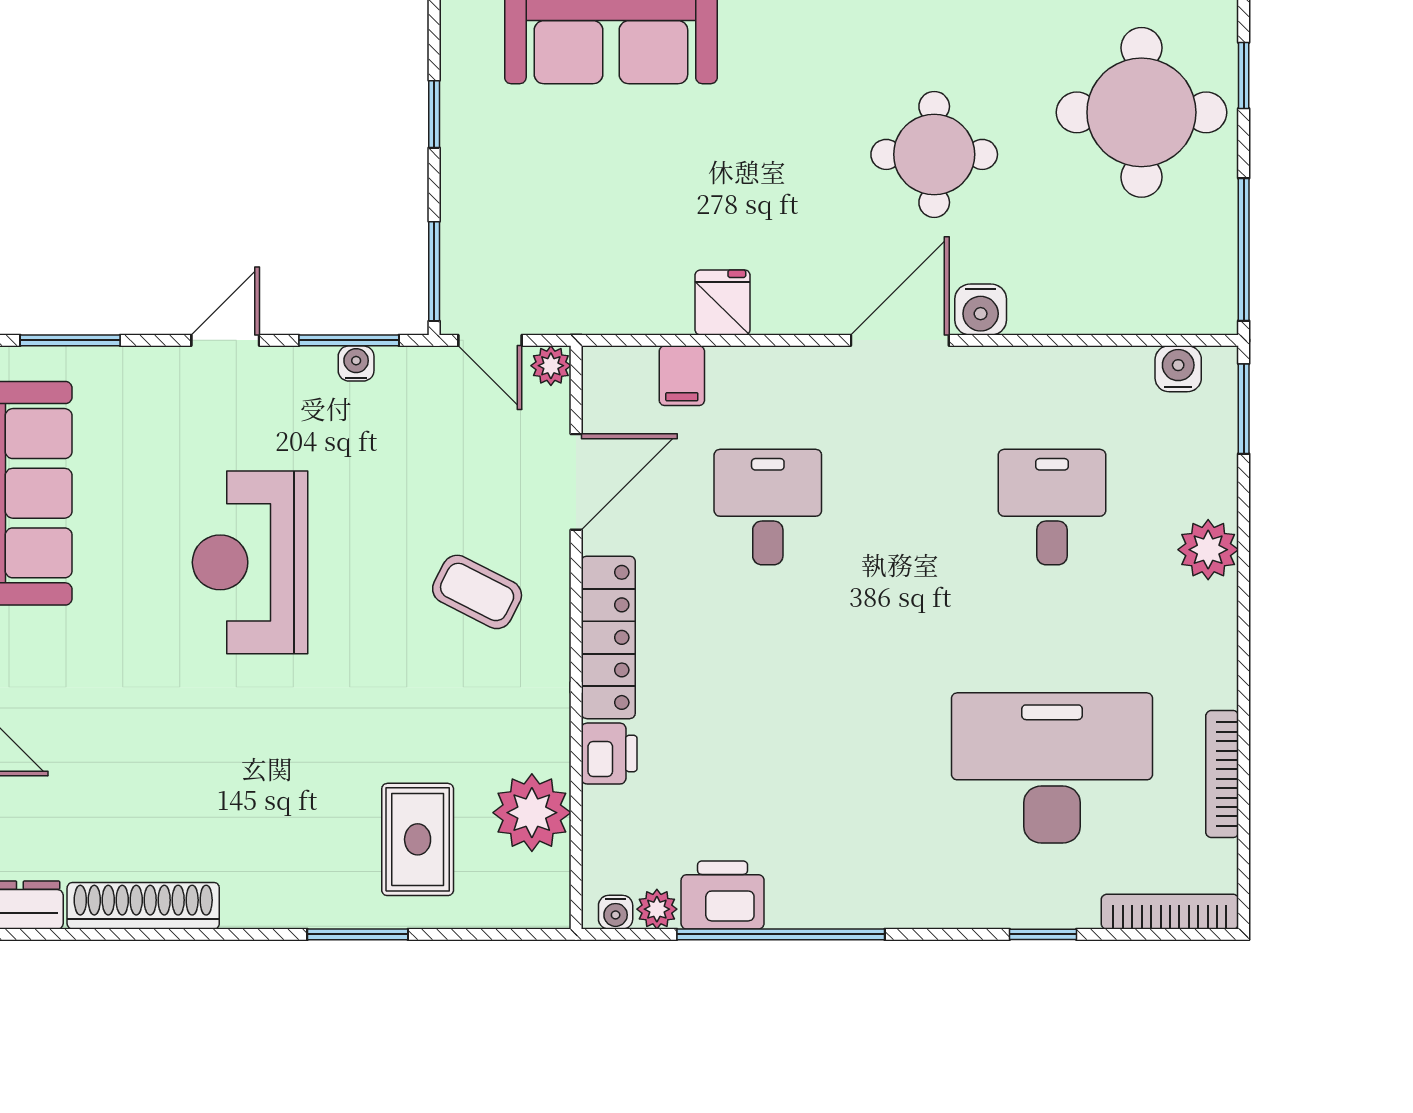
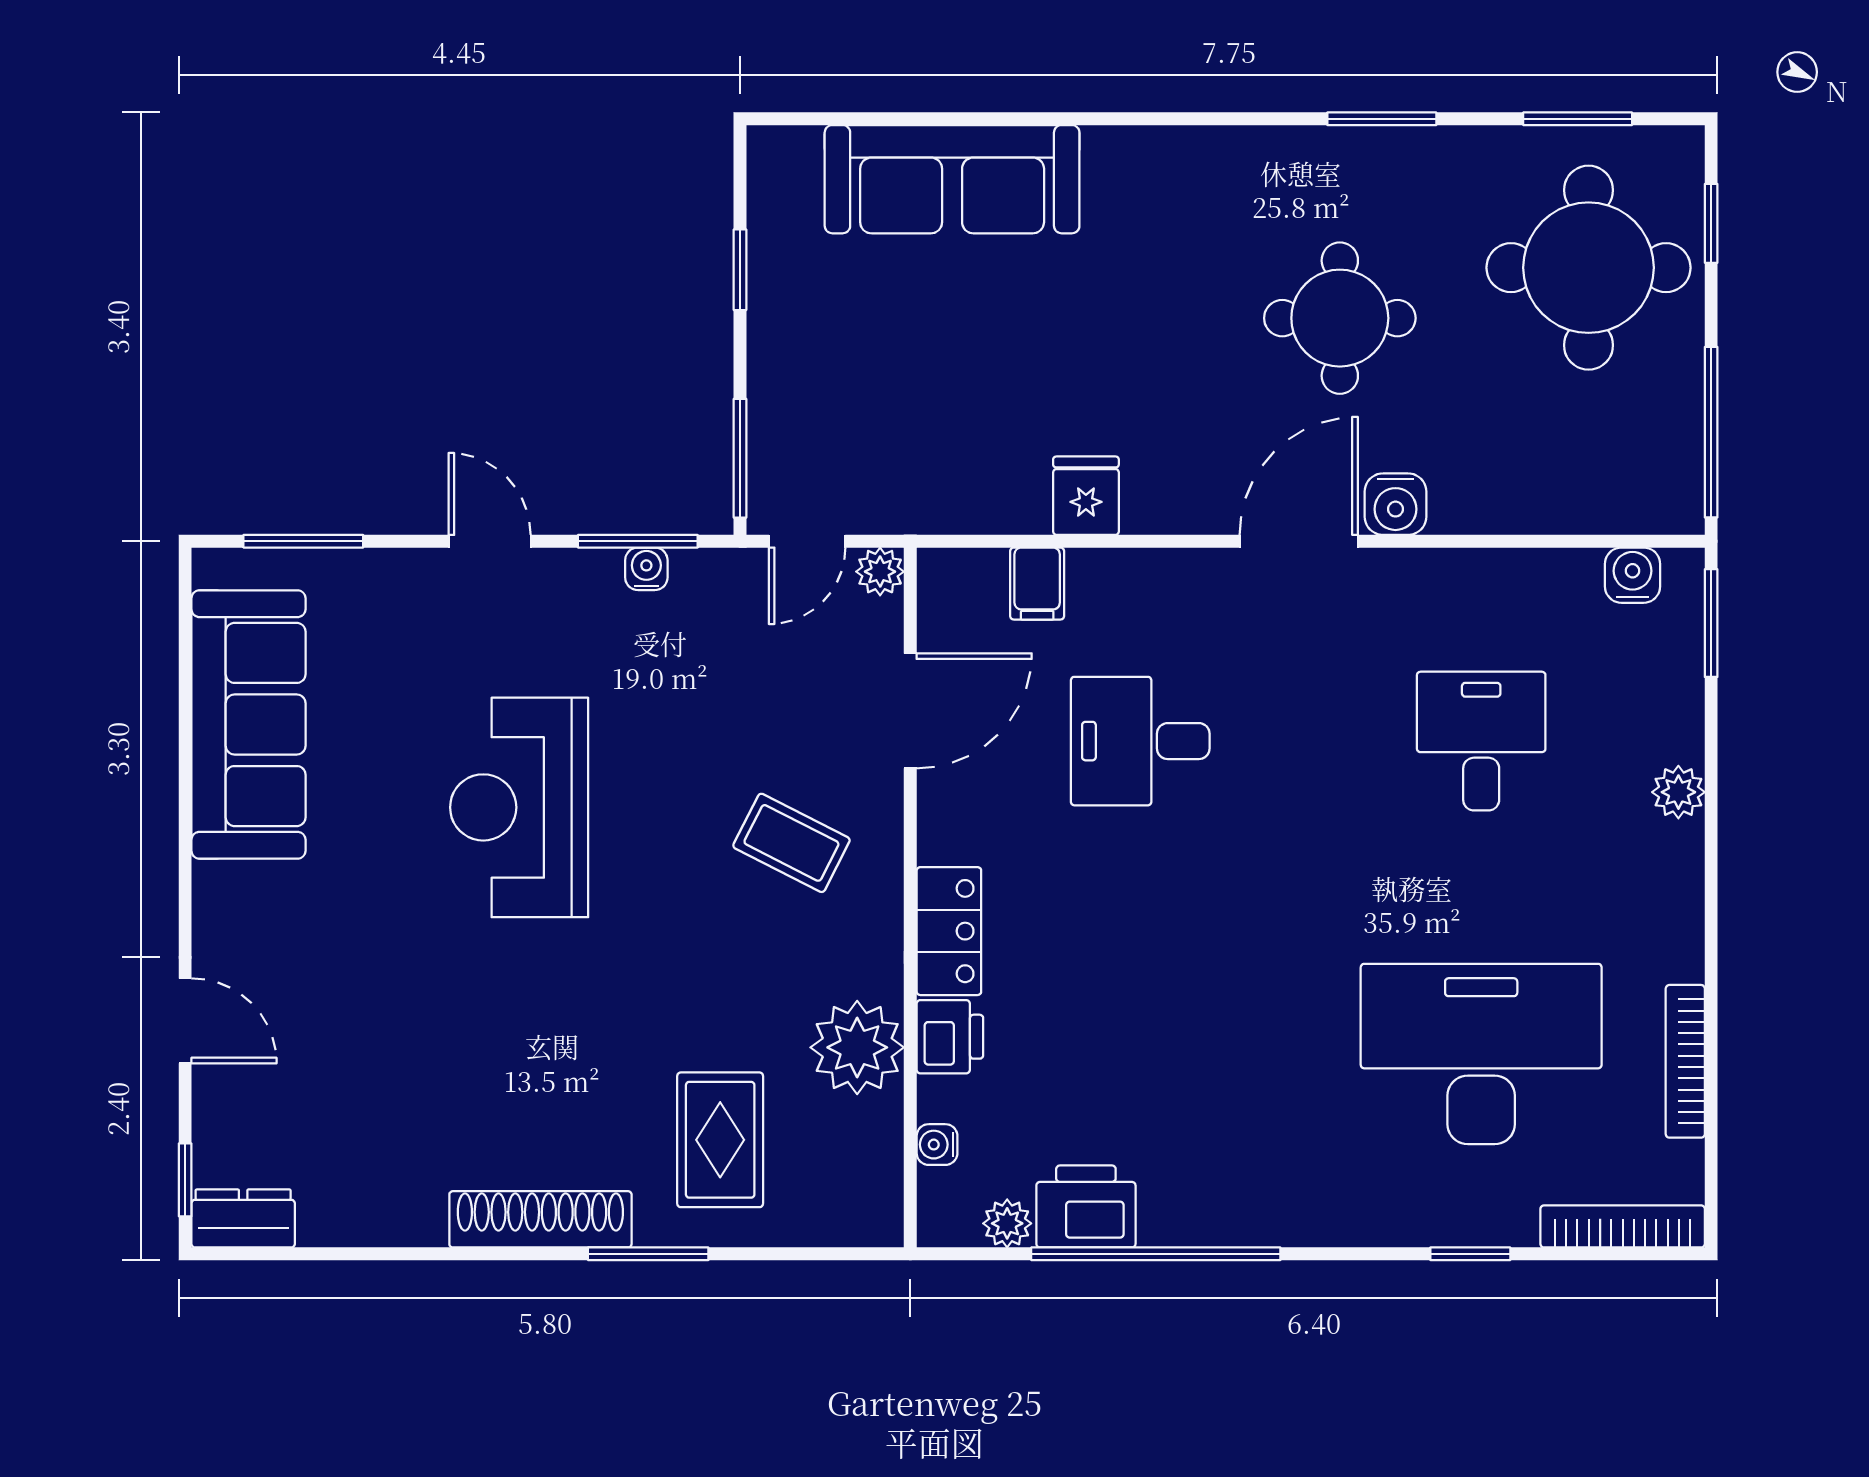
door: (225, 340) -> (490, 541), hinge flipped
door: (490, 340) -> (807, 541), hinge flipped
desk: (768, 507) -> (1140, 741), turned -90
plant: (1208, 550) -> (1678, 792), width x0.73, depth x0.73
locker: (608, 637) -> (949, 931), width x0.66
plant: (532, 813) -> (857, 1047), moved
shoe rack: (143, 906) -> (540, 1219), moved
water cooler: (616, 912) -> (937, 1145), moved, turned 90

